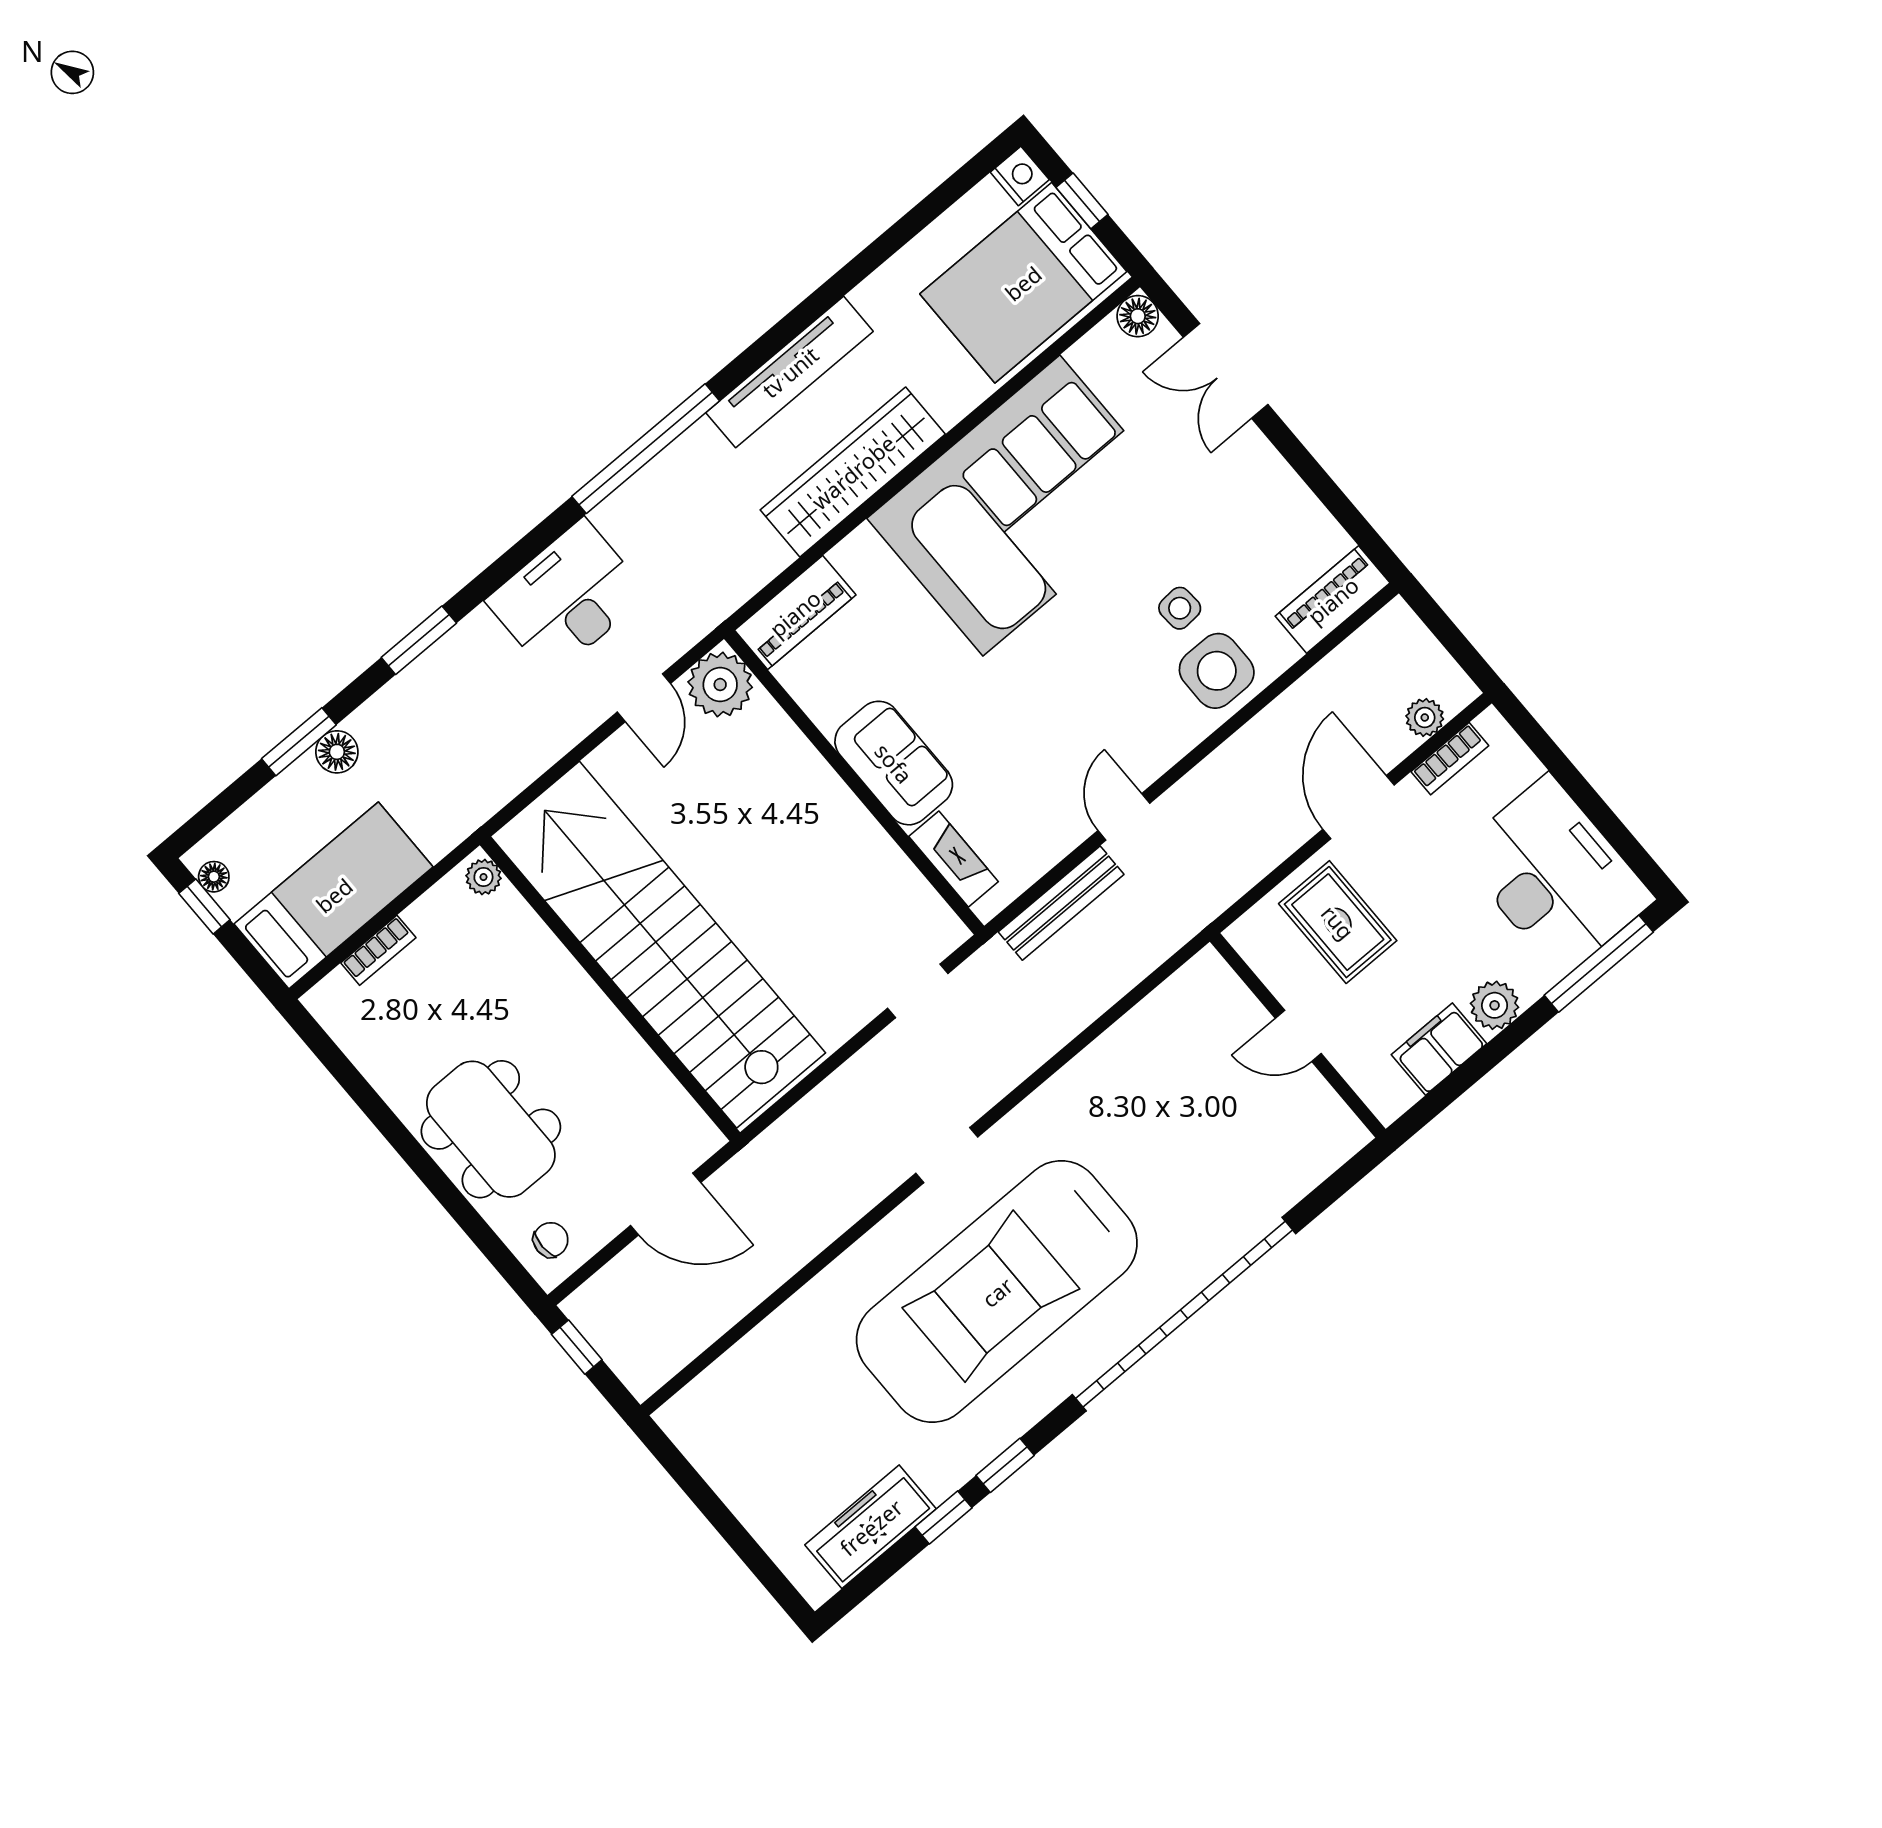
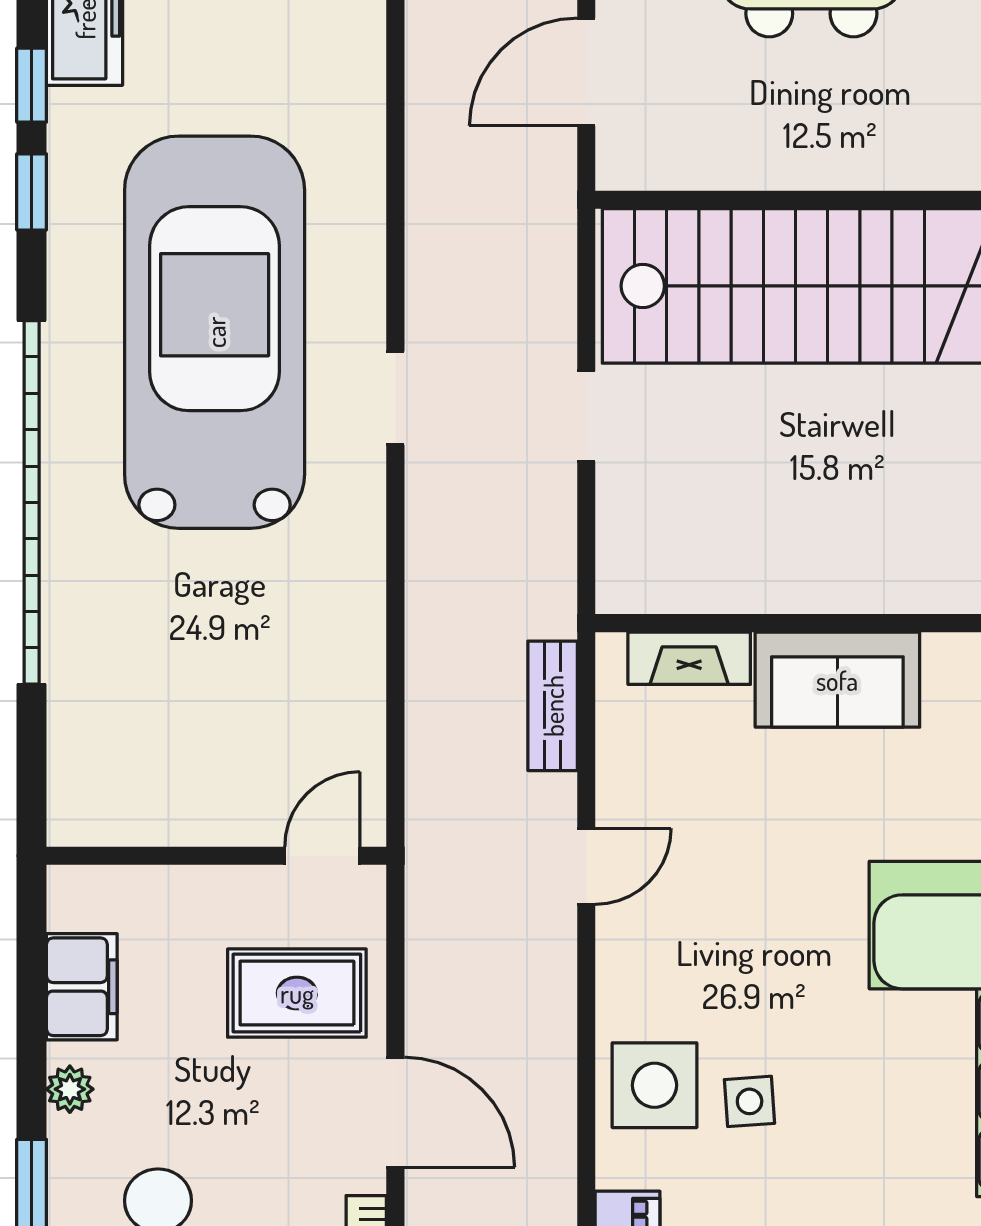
door: (1124, 817) -> (586, 866), hinge flipped
bench: (1061, 903) -> (553, 706), width x0.73
doorway: (918, 991) -> (586, 416), moved
plant: (1495, 1005) -> (70, 1089), width x0.73, depth x0.73
door: (1298, 1036) -> (322, 856), moved

